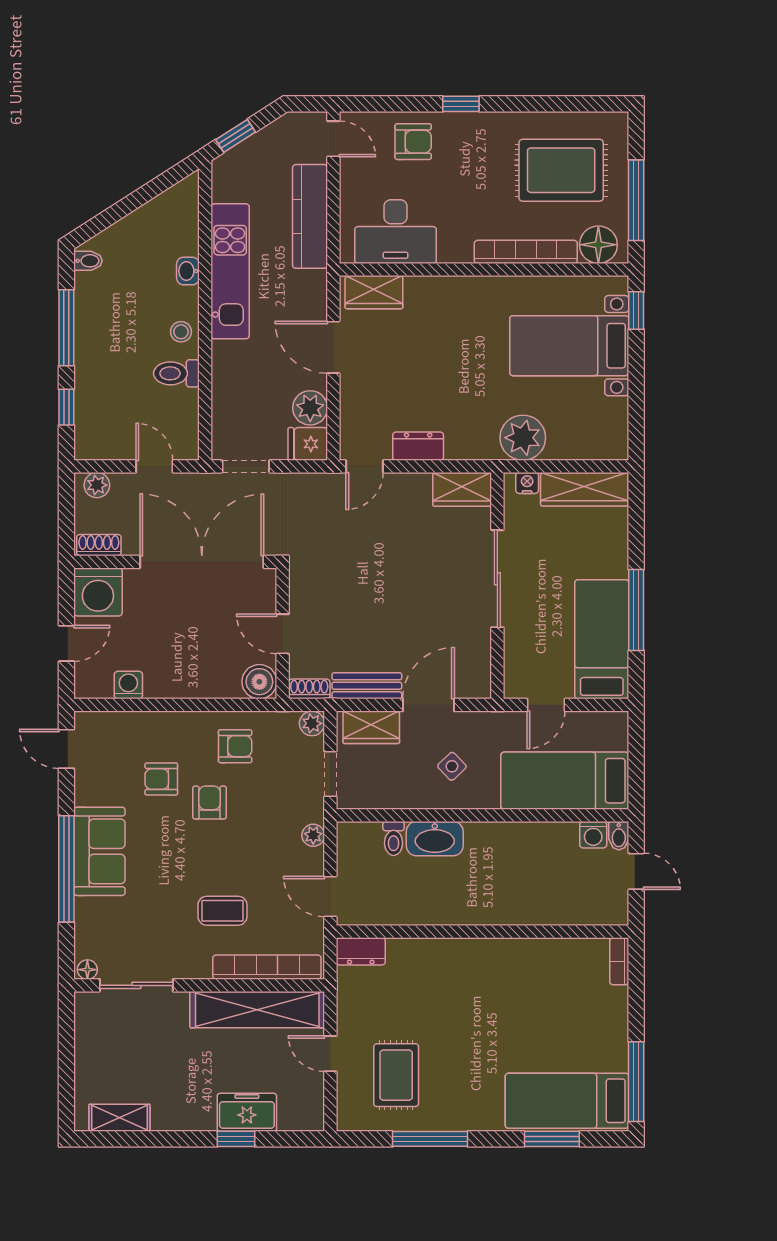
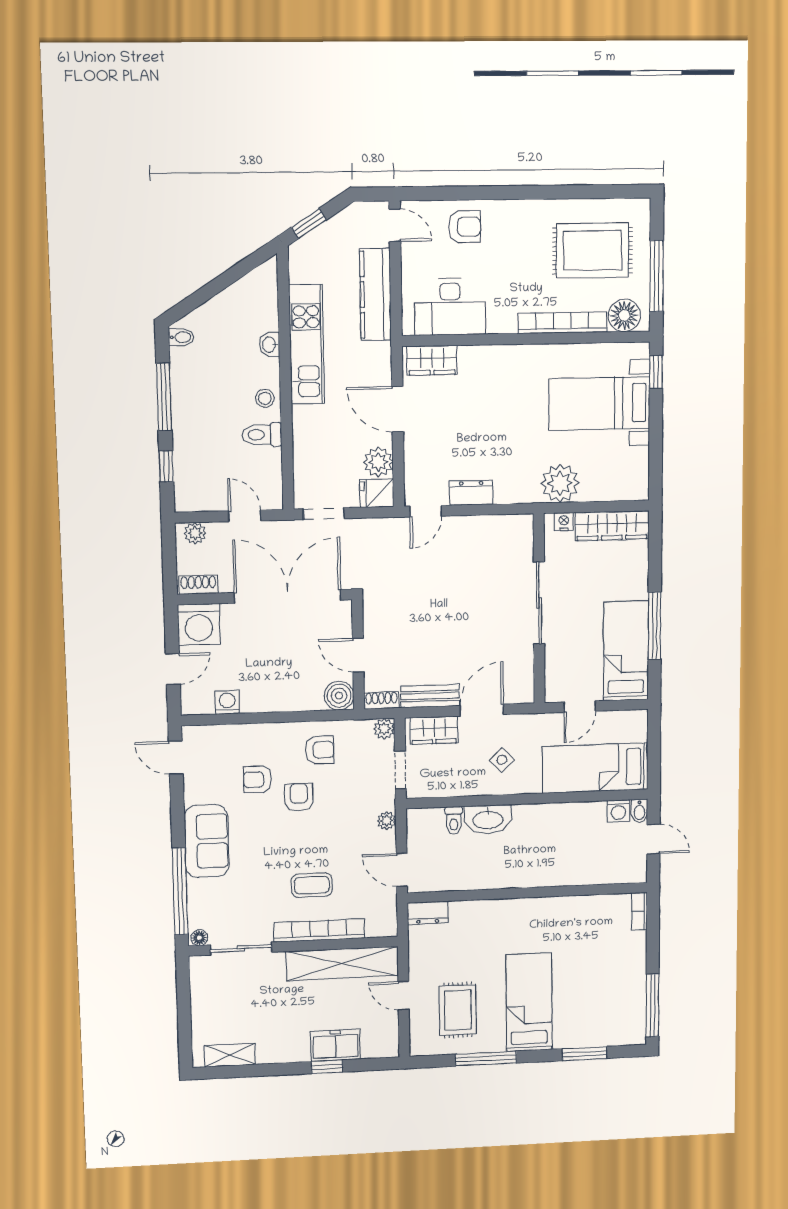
window: (461, 104) -> (506, 193), removed
wardrobe: (462, 489) -> (509, 529), removed
window: (66, 869) -> (180, 891), moved
bookcase: (267, 967) -> (319, 930), moved
bed: (567, 1101) -> (529, 1002), moved, turned 90

